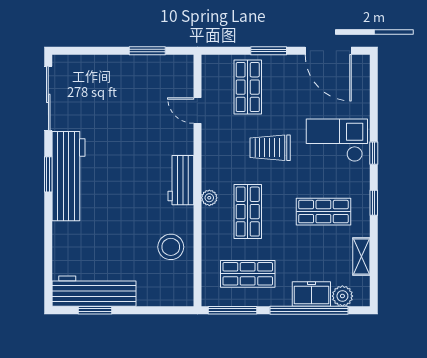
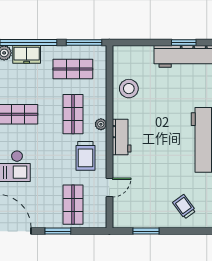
trolley: (94, 84) -> (184, 207), added
door: (197, 111) -> (109, 188), hinge flipped
trolley: (270, 148) -> (85, 156), moved, turned 90

